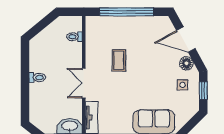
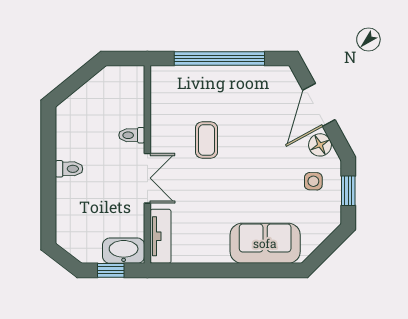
toilet: (74, 37) -> (132, 135), moved
door: (186, 39) -> (319, 105), hinge flipped
double door: (84, 83) -> (147, 178), swing flipped

